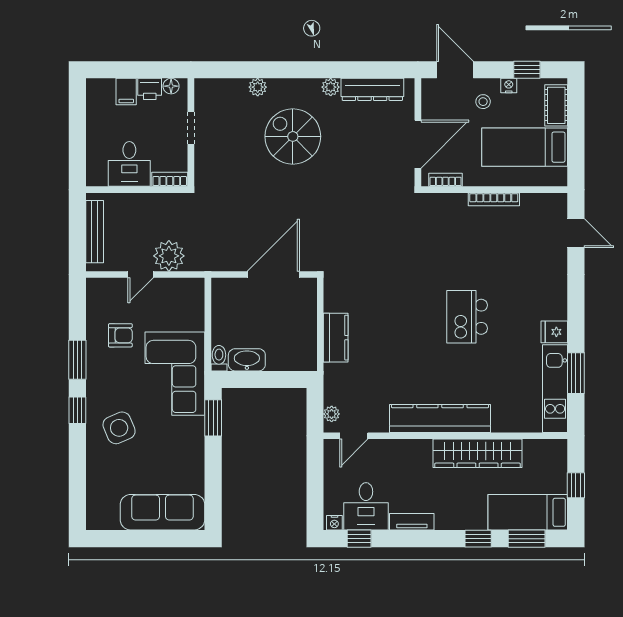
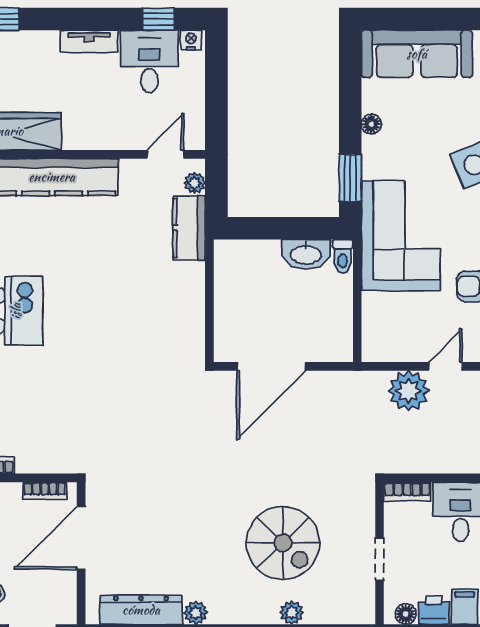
spiral stairs: (293, 136) -> (283, 543), moved
kitchen counter: (336, 338) -> (189, 228), moved
floor lamp: (197, 459) -> (371, 124), added

